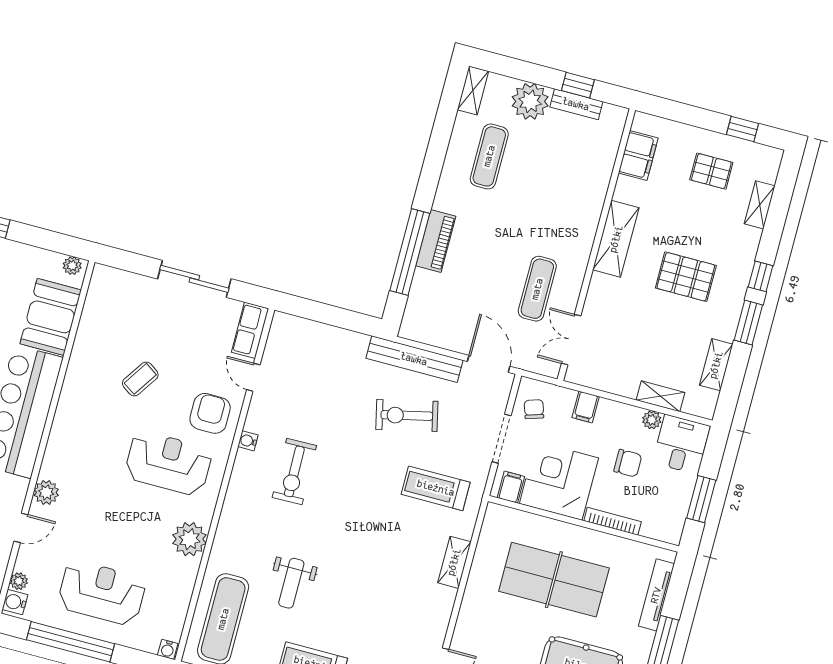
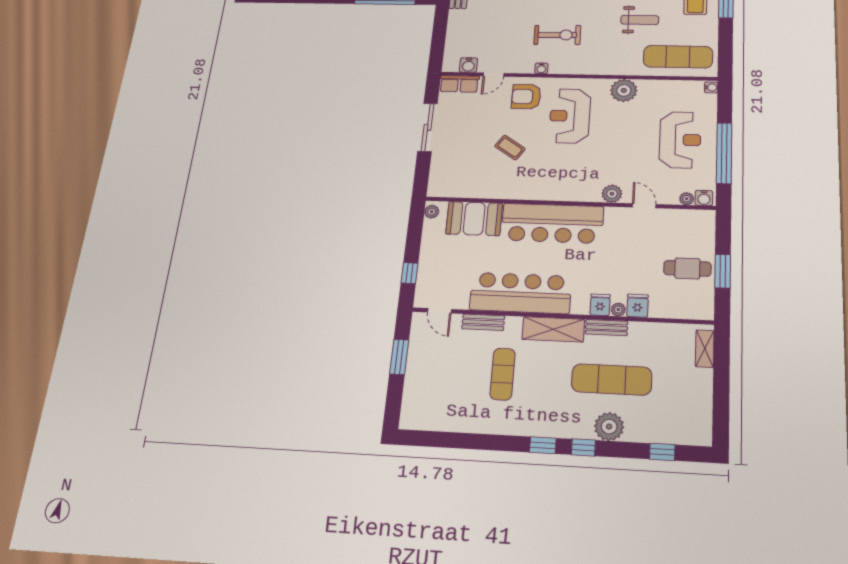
water cooler: (276, 347) -> (468, 65), added
reception desk: (102, 593) -> (680, 140), turned 180

